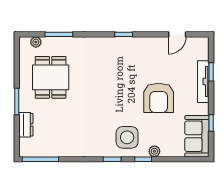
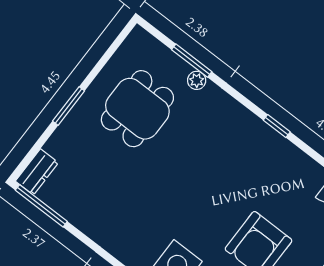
plant: (36, 42) -> (197, 80), moved
dresser: (26, 125) -> (37, 172), moved

